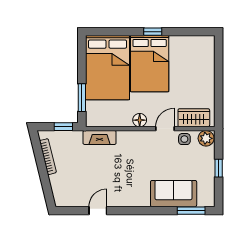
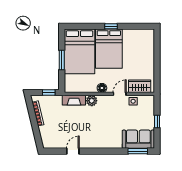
window: (82, 98) -> (62, 60), moved
plant: (206, 138) -> (92, 101), moved
sofa: (174, 194) -> (138, 139), moved

